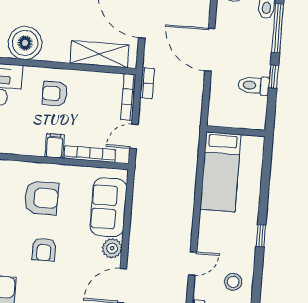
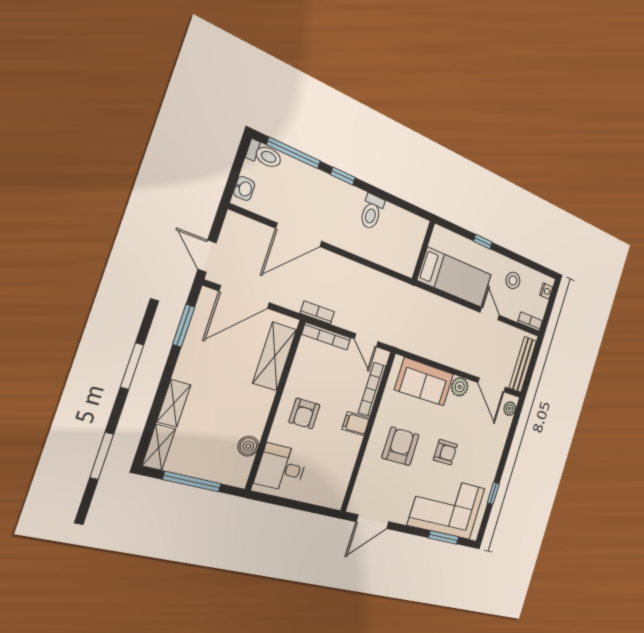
boiler: (25, 43) -> (248, 446), width x0.54, depth x0.54
toilet: (254, 85) -> (372, 212), moved
wall: (236, 131) -> (423, 251), moved
bed: (220, 172) -> (455, 277), moved

